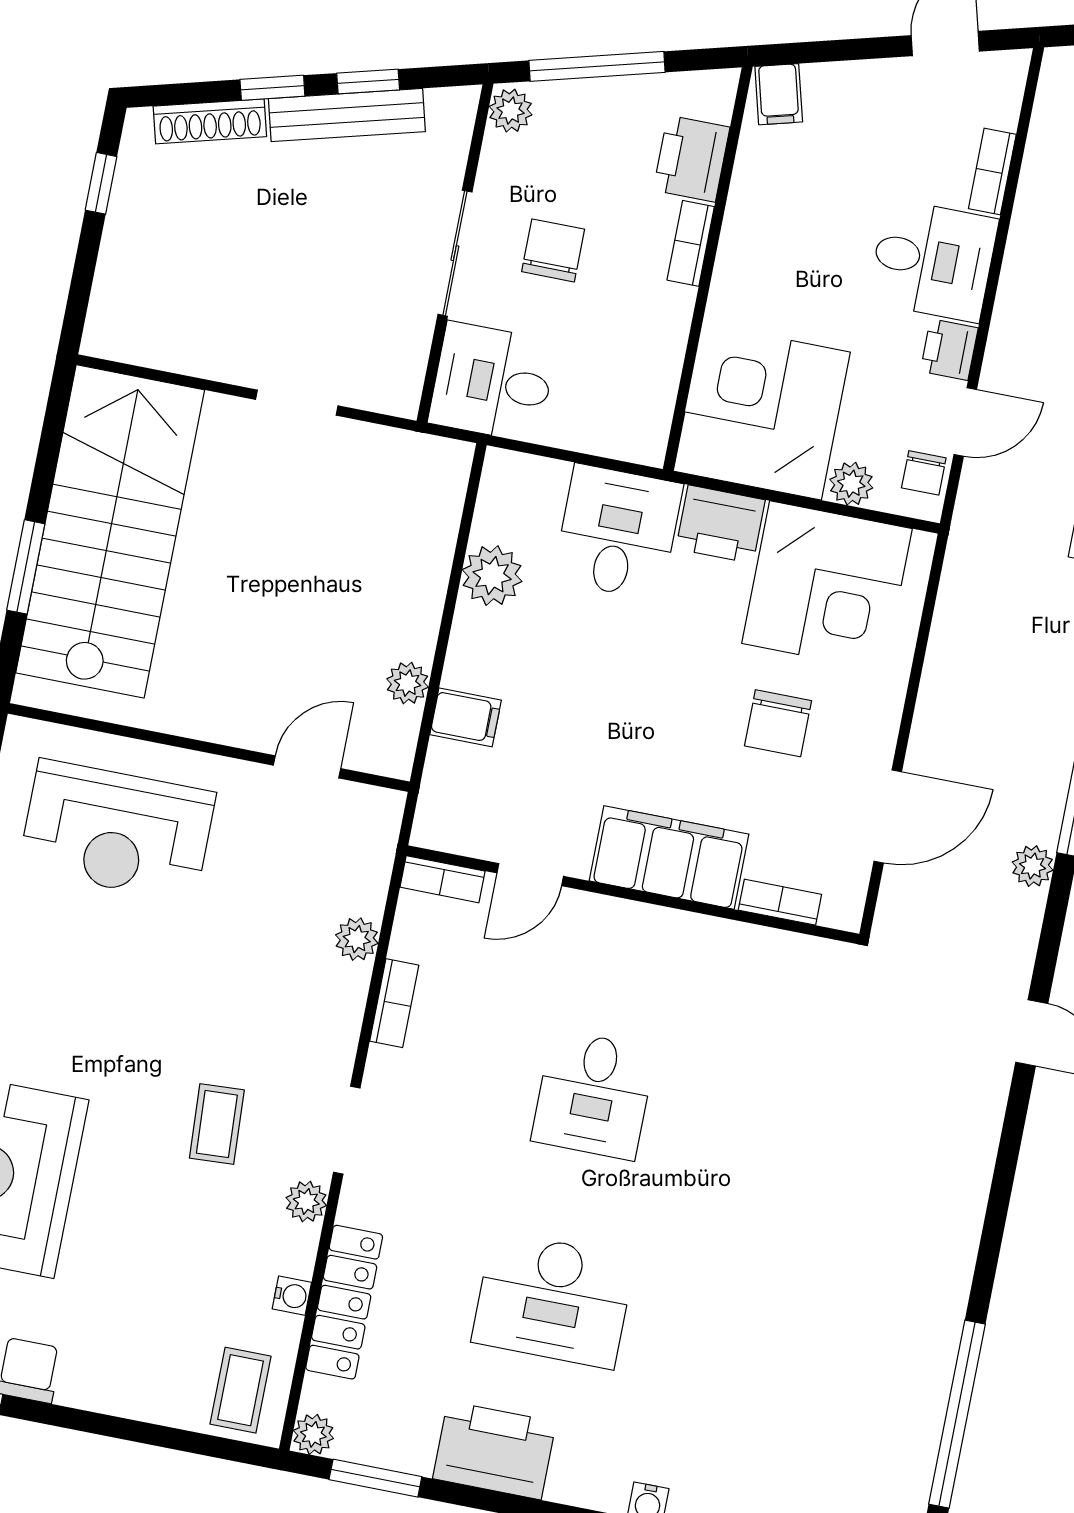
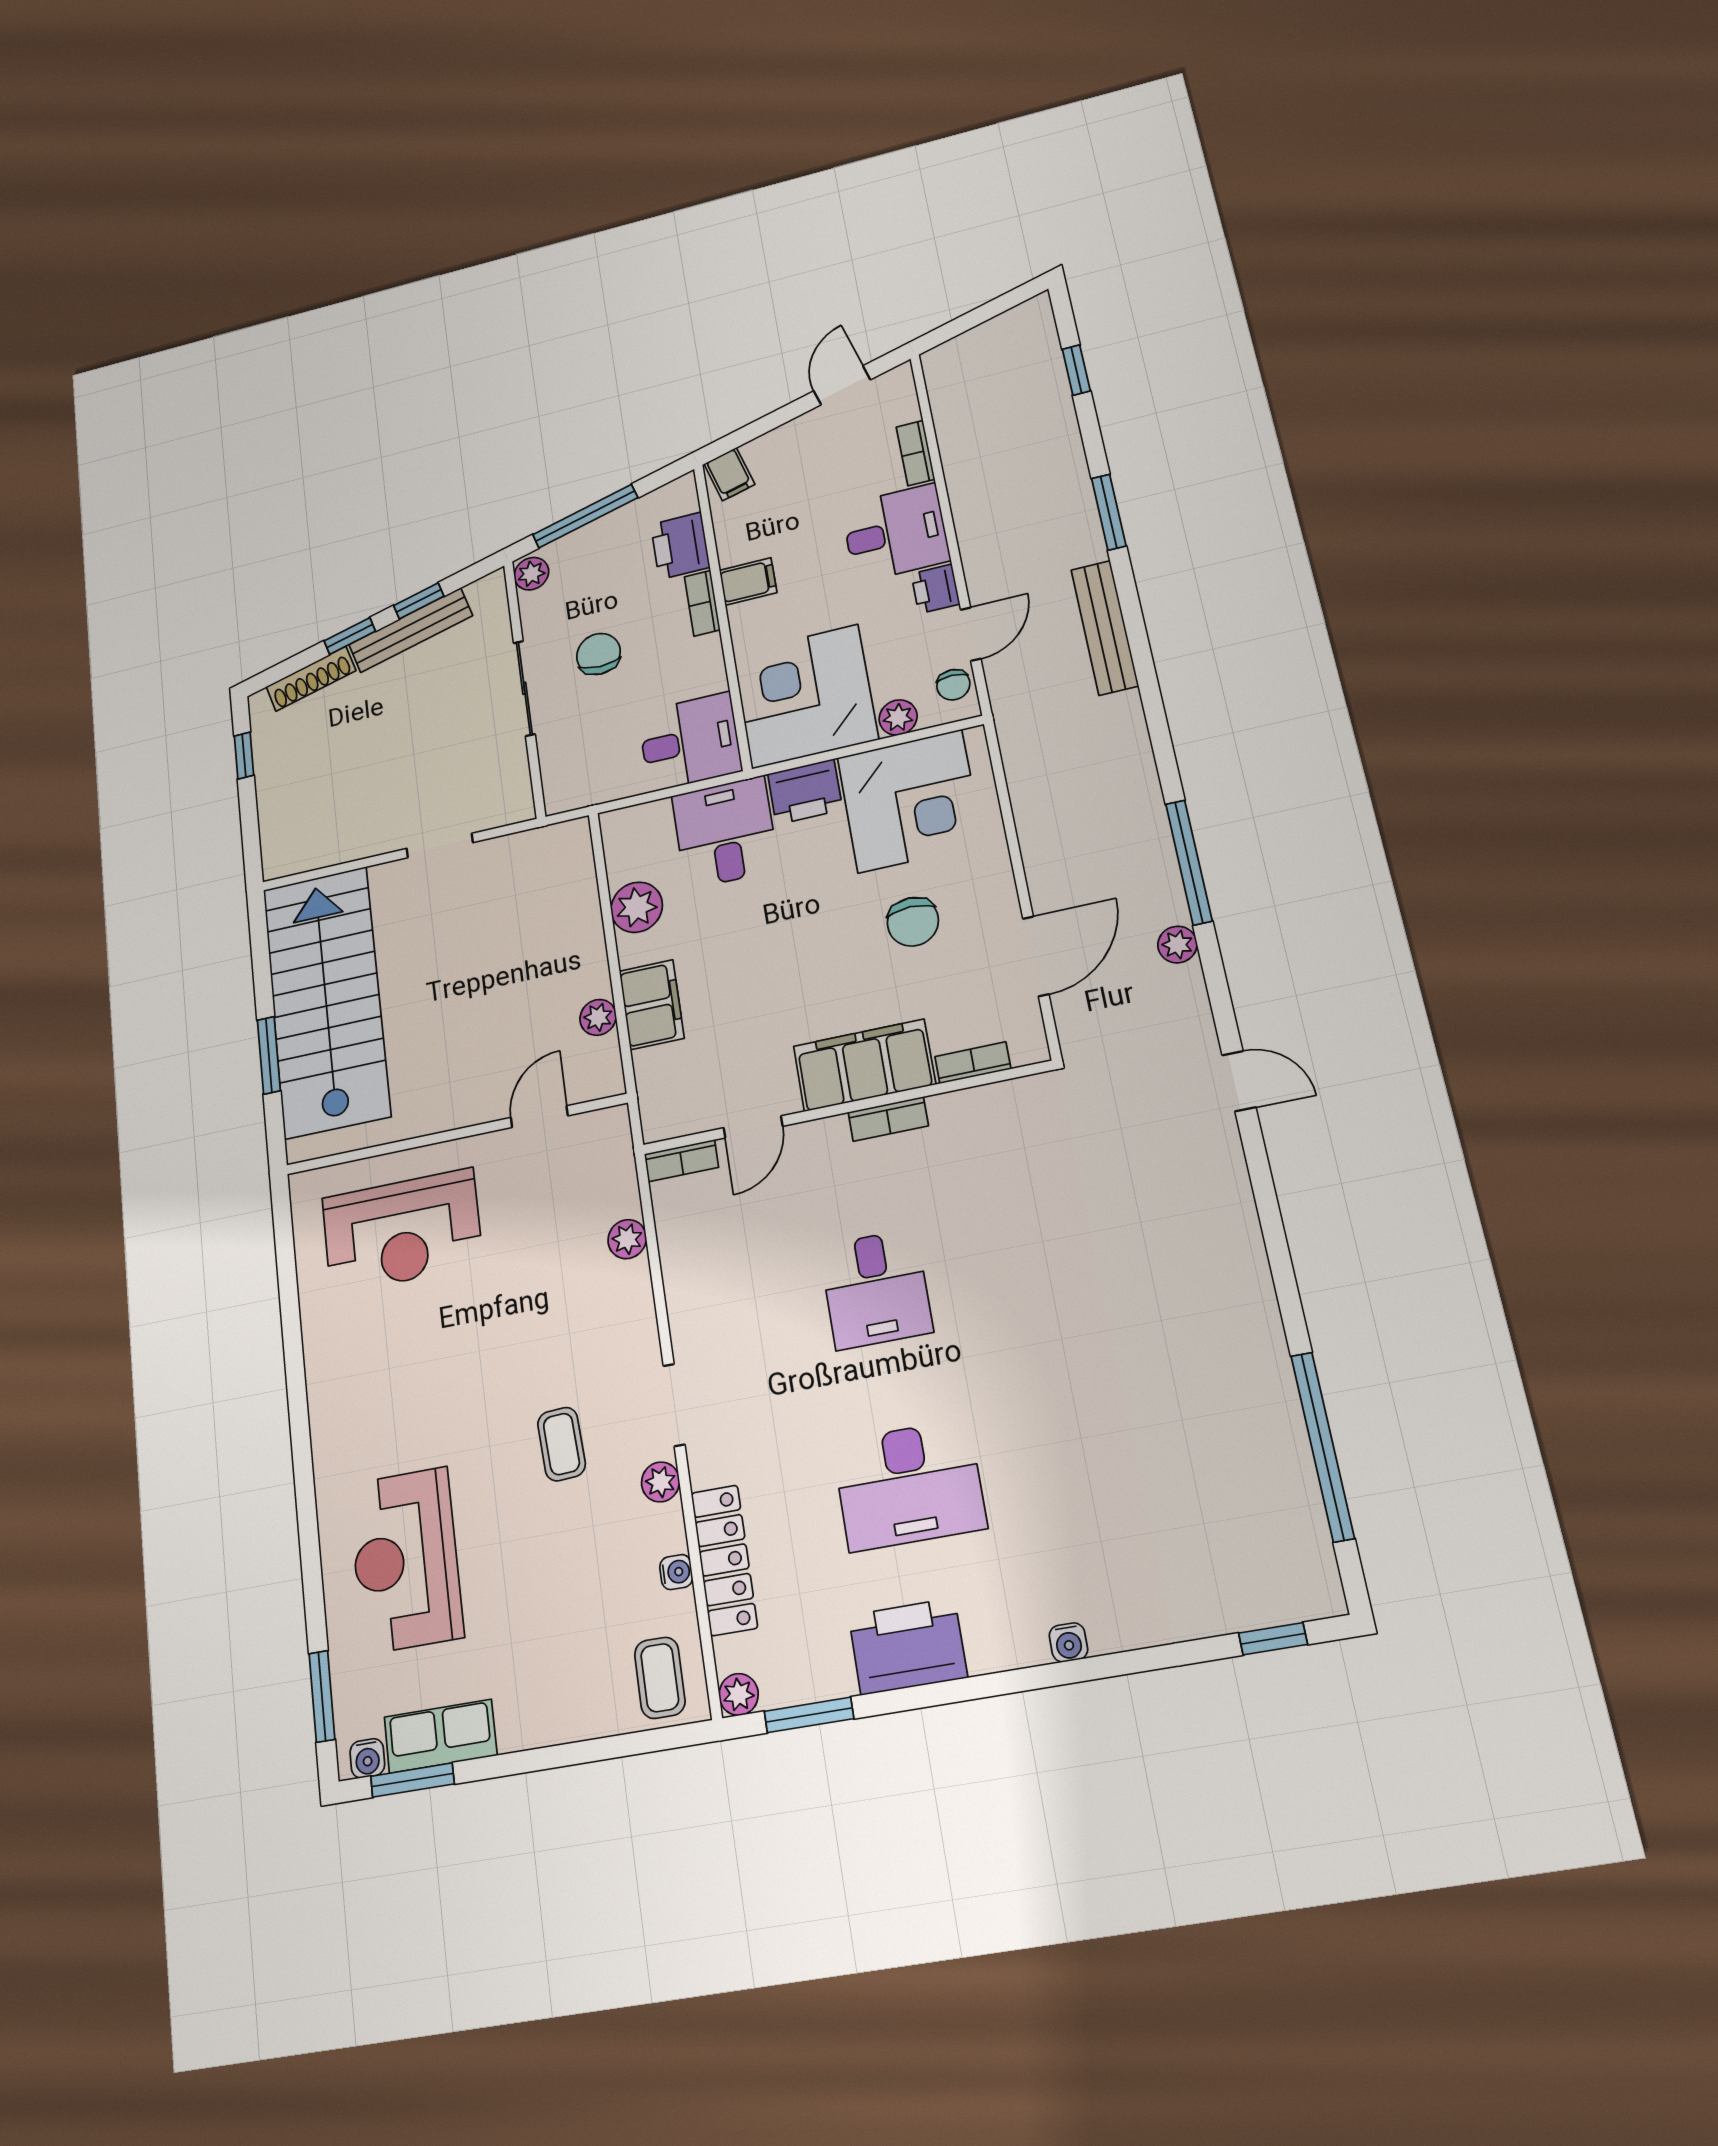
filing cabinet: (751, 241) -> (748, 581), added
desk: (493, 382) -> (690, 742), moved, turned 180
filing cabinet: (466, 717) -> (652, 1005), width x2.00
bookcase: (394, 1003) -> (888, 1119), moved, turned 90

